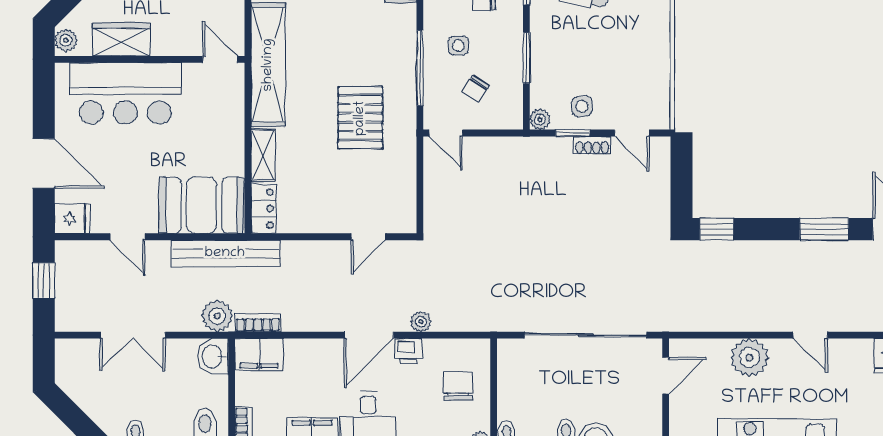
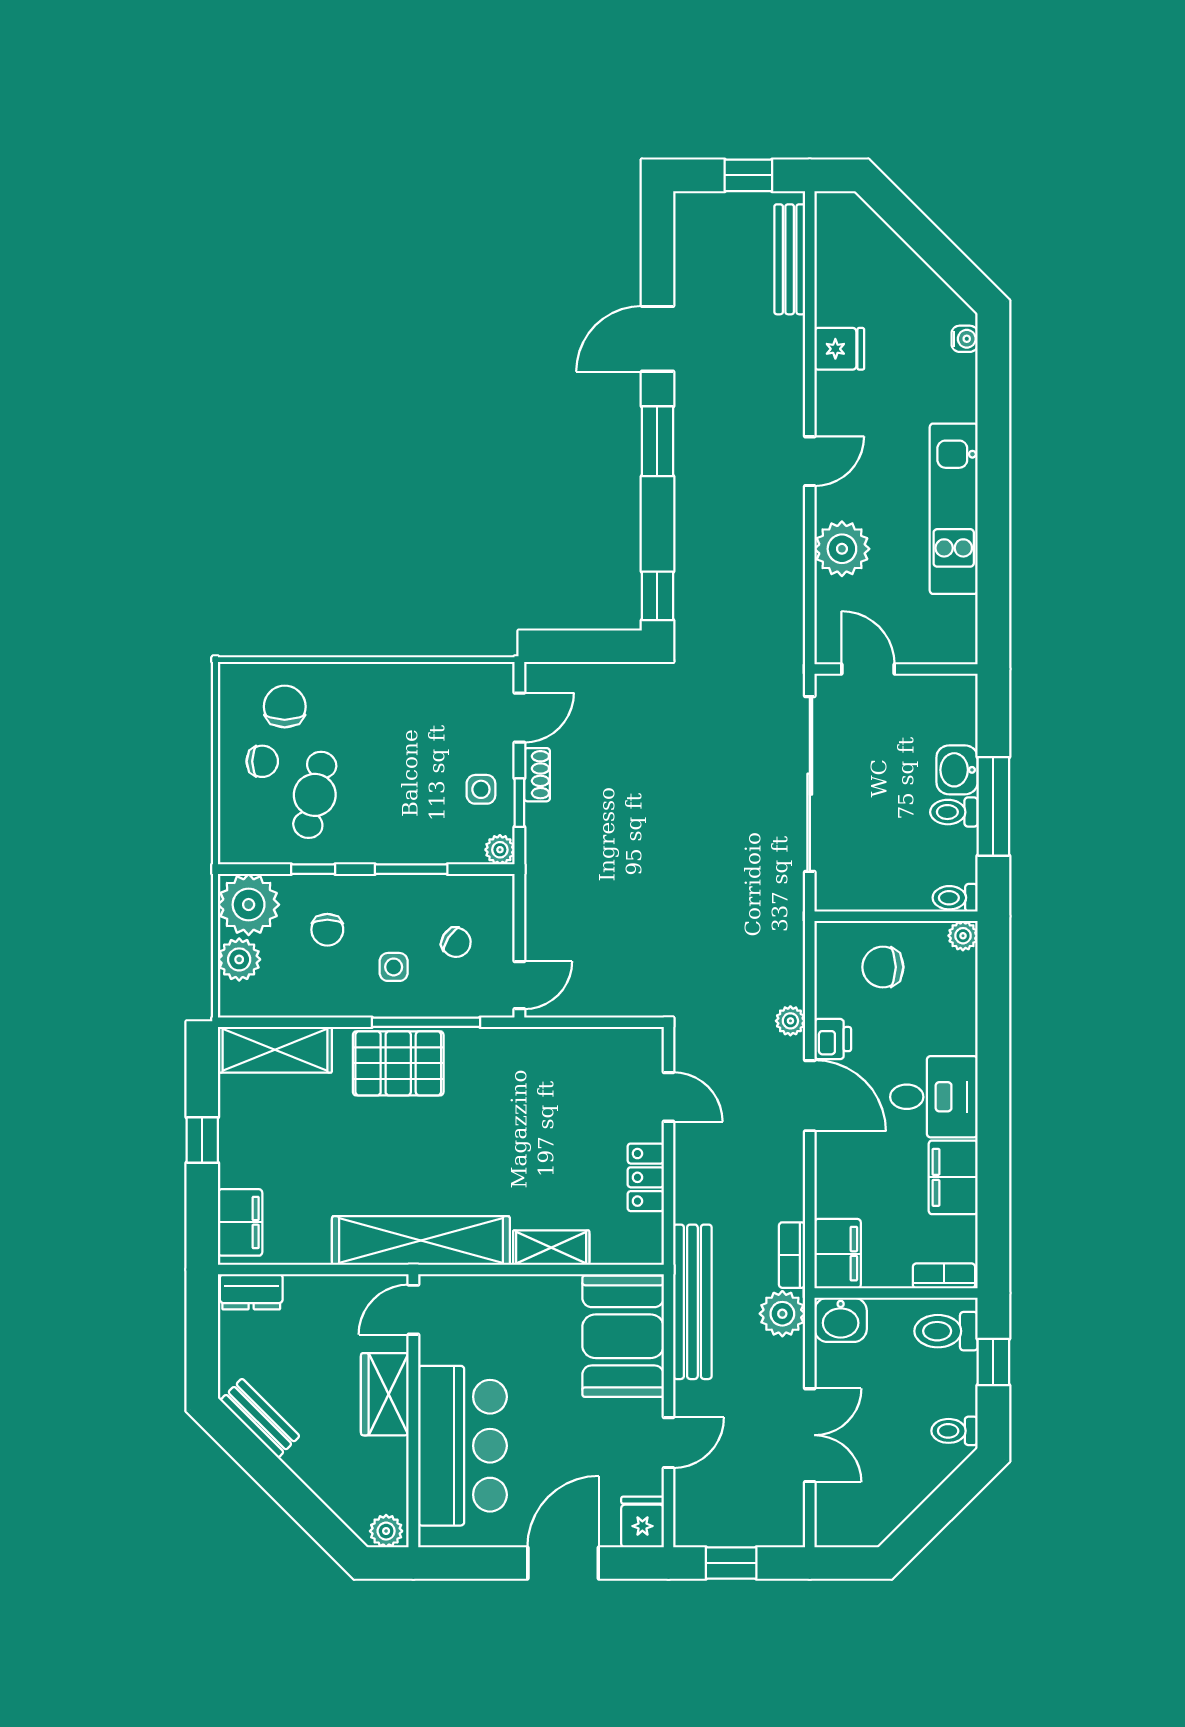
wardrobe: (121, 39) -> (385, 1394), moved
pallet: (360, 118) -> (398, 1063), moved
locker: (264, 209) -> (646, 1177), moved, turned -90

